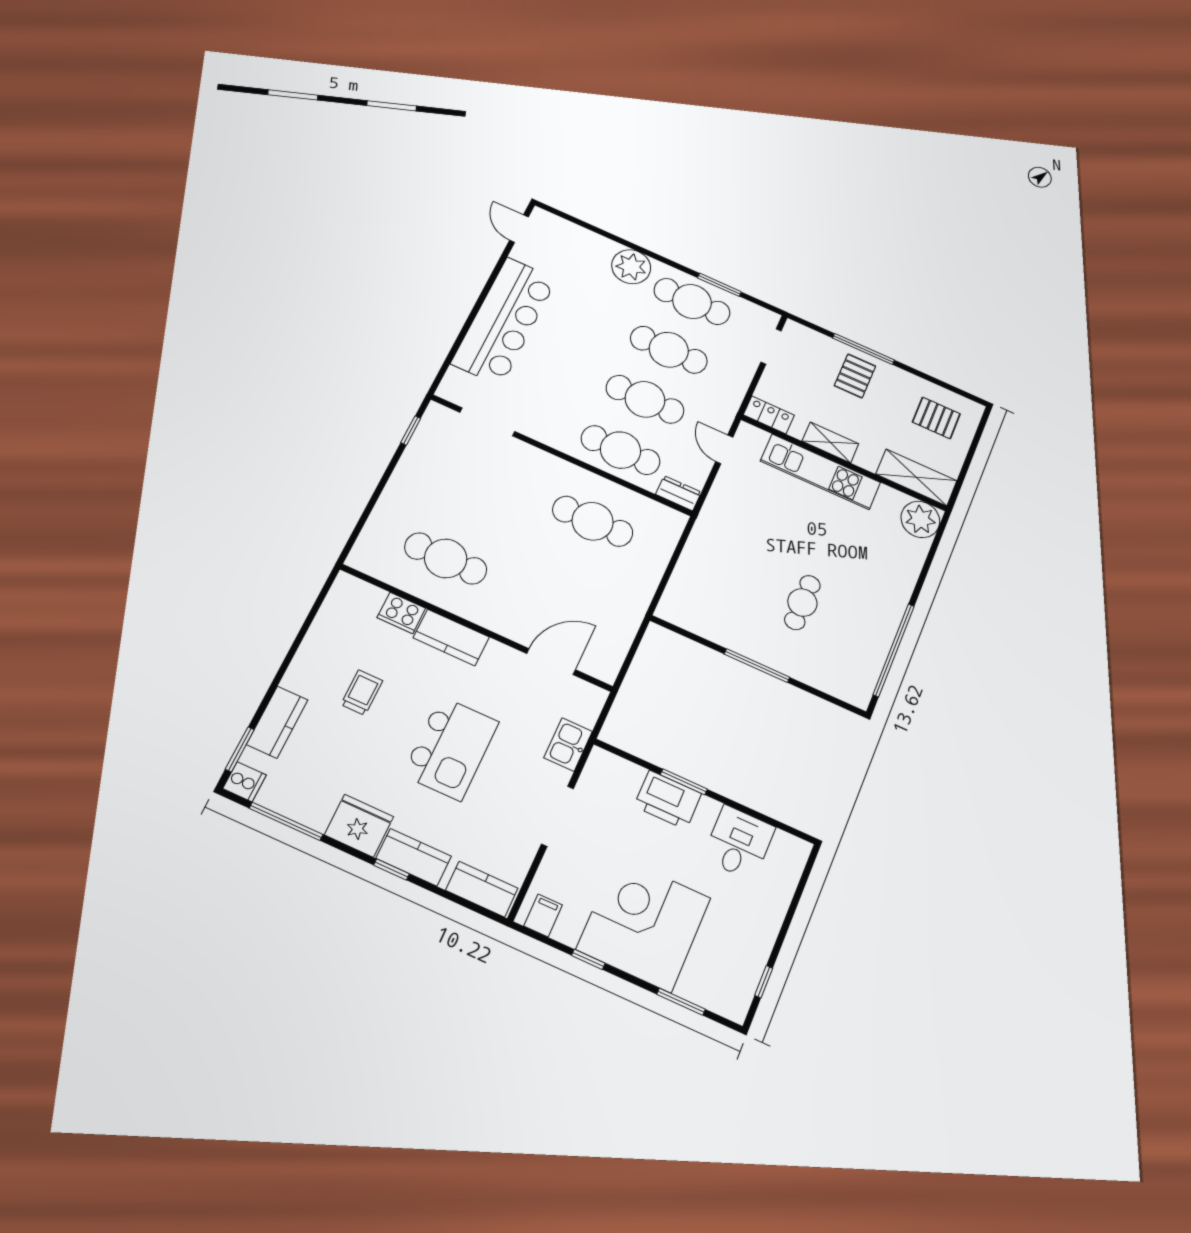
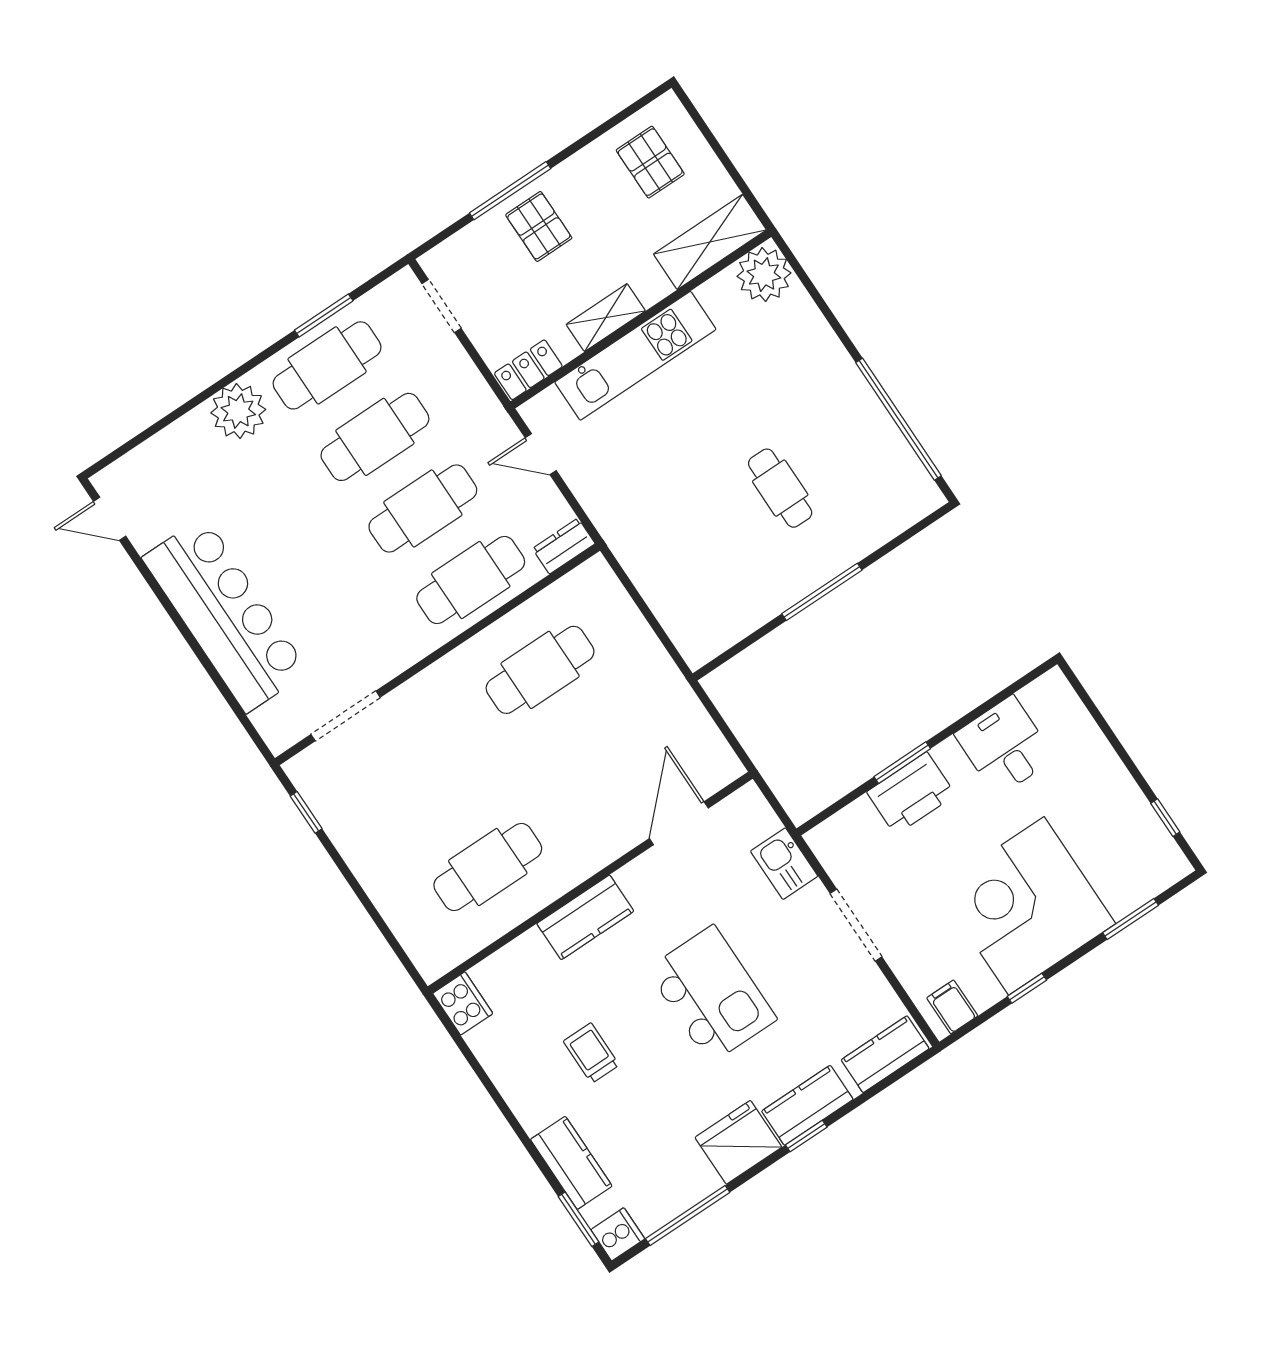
pallet: (936, 418) -> (650, 162), turned 90
cooker: (401, 613) -> (463, 1003), moved, turned -90

